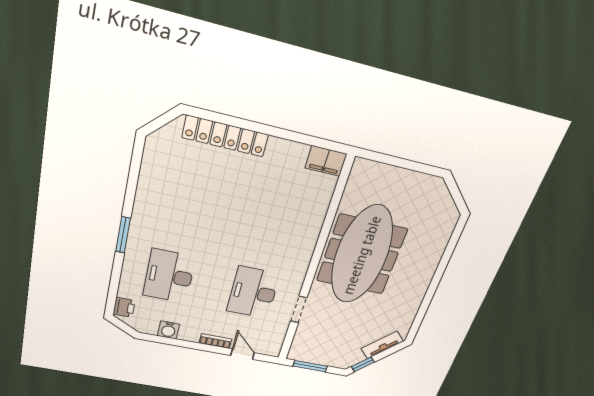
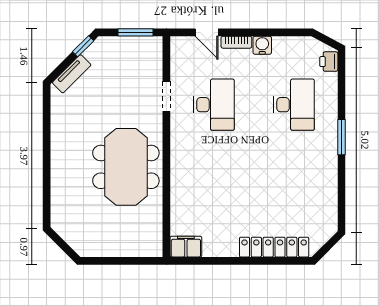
meeting table: (362, 255) -> (126, 167), width x0.73
water cooler: (168, 330) -> (262, 45), moved

